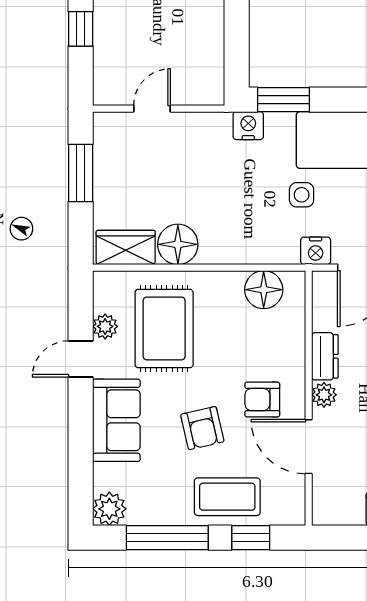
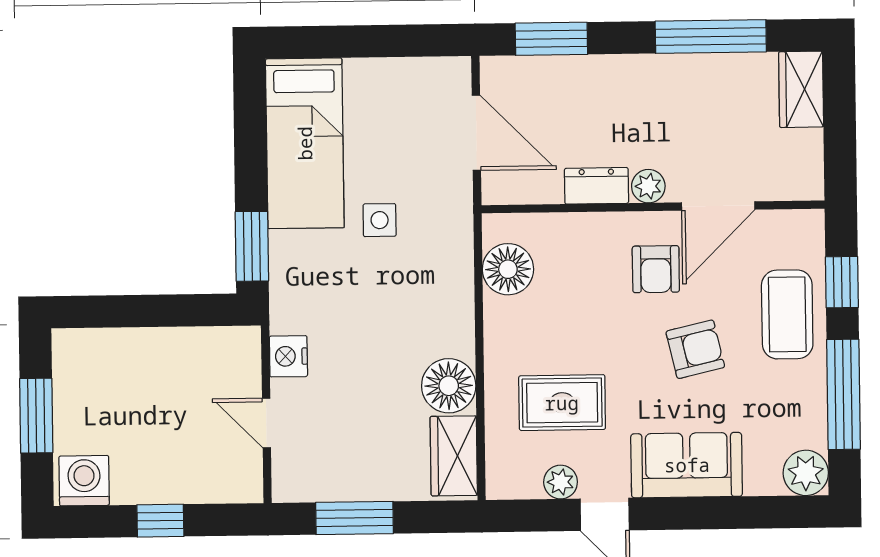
nightstand: (248, 126) -> (288, 356), moved
nightstand: (316, 251) -> (455, 200), removed
rug: (164, 328) -> (562, 403), width x0.73, depth x0.70

